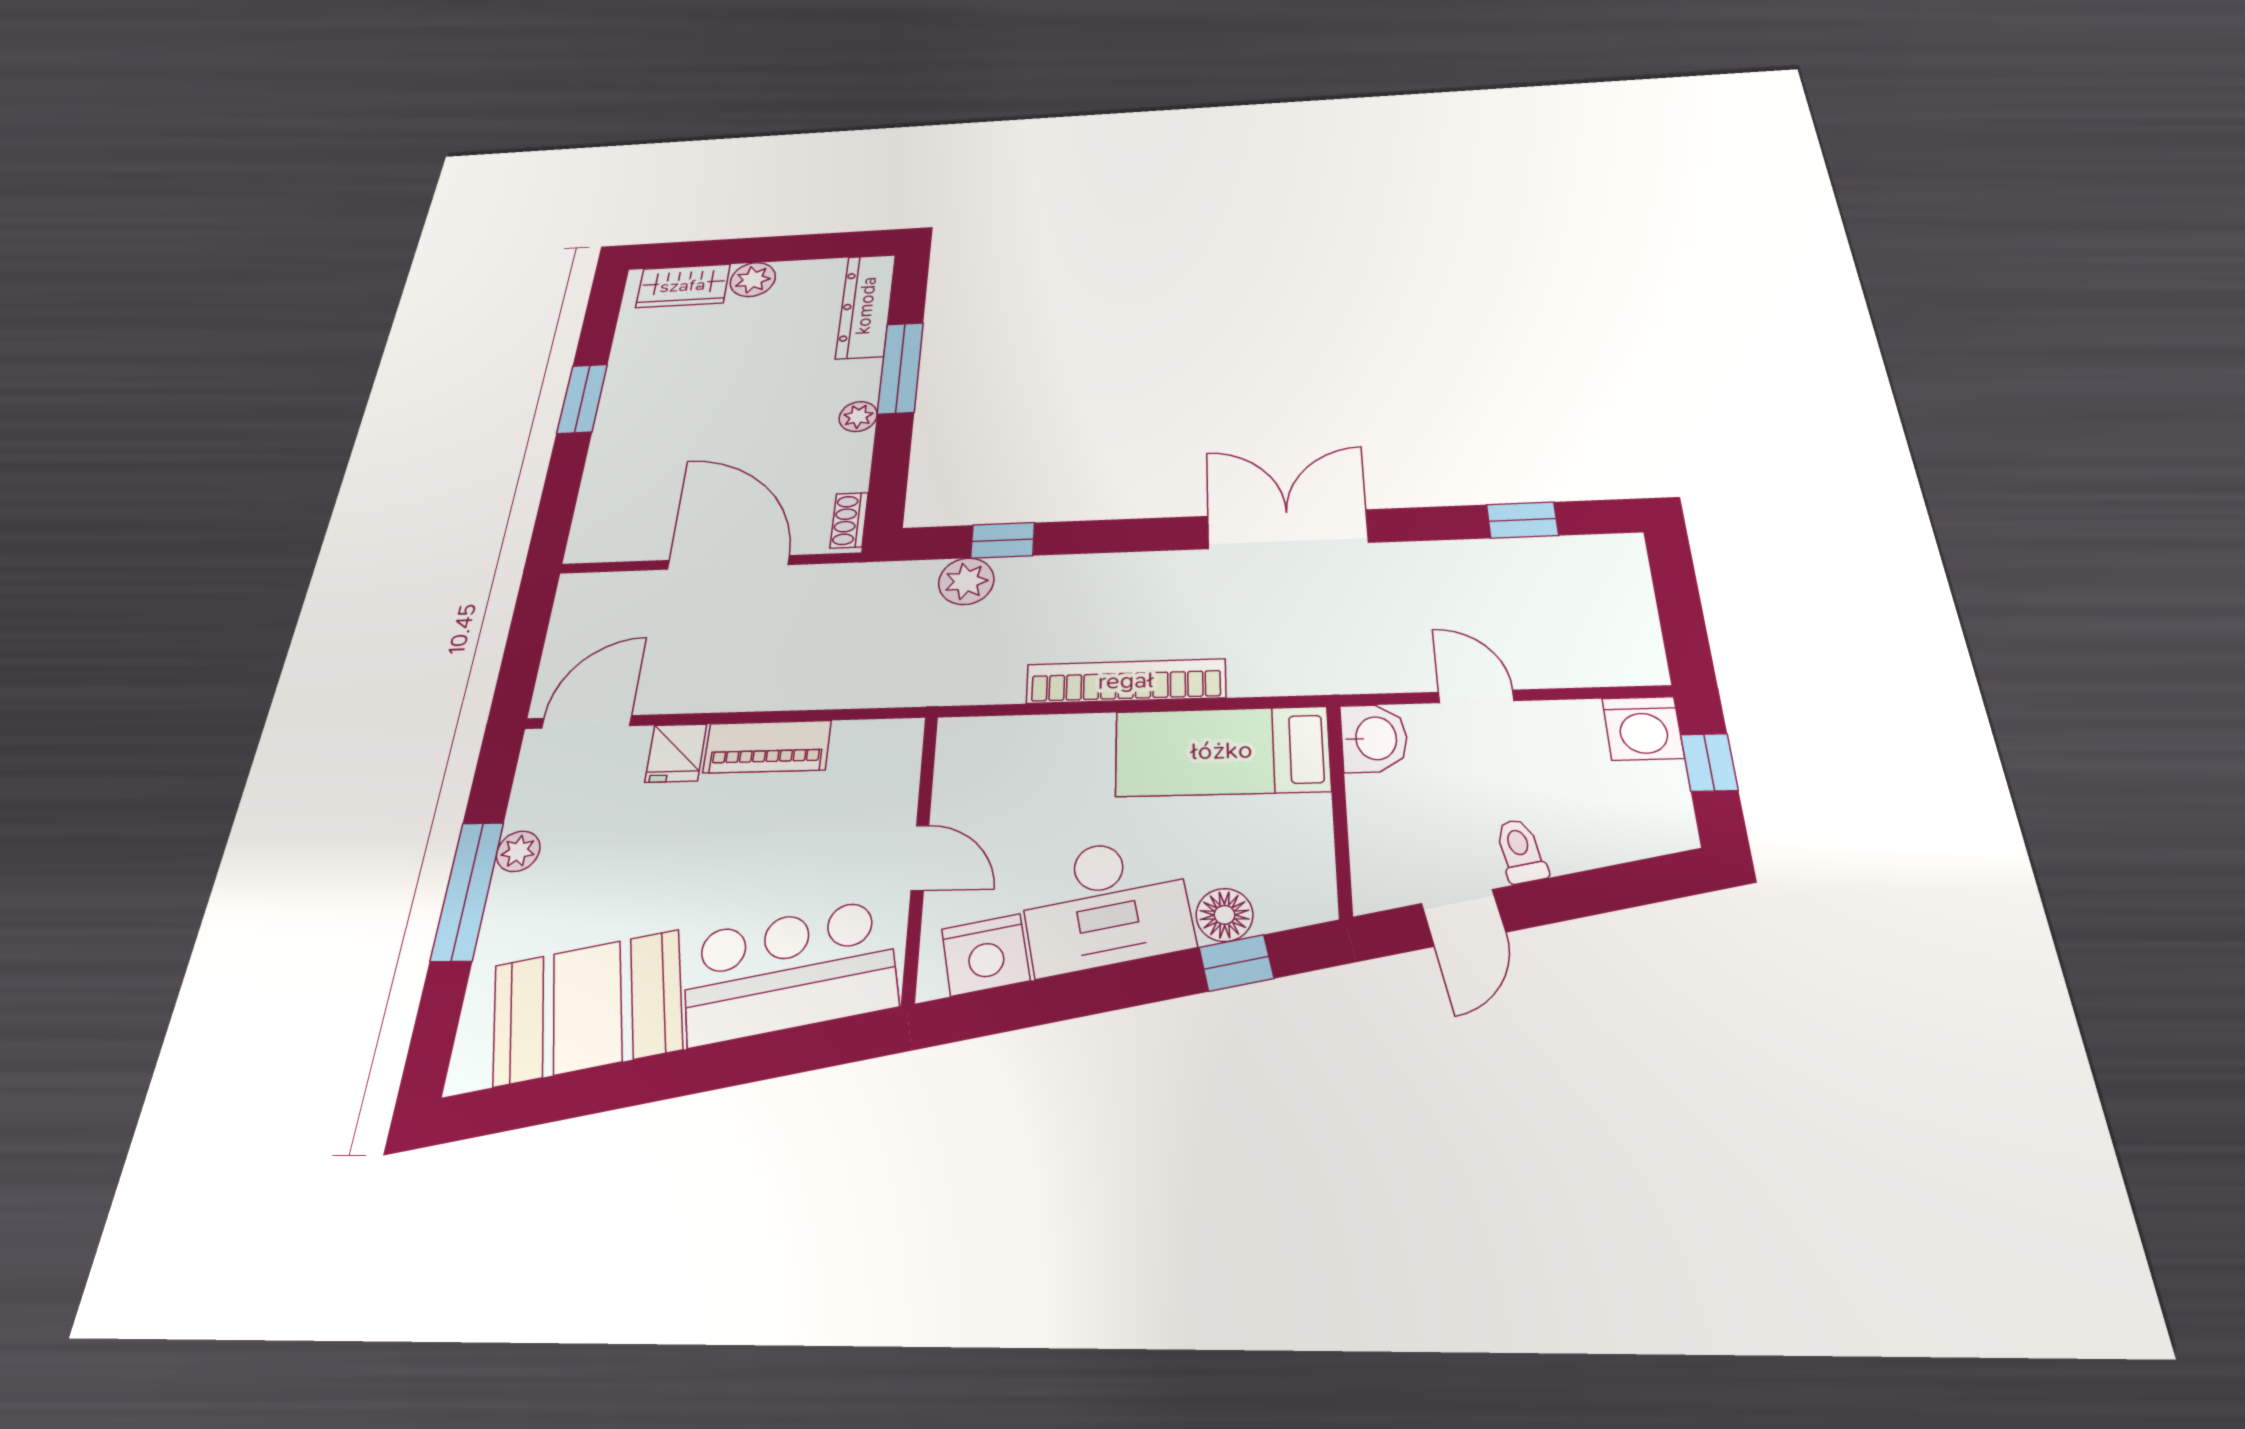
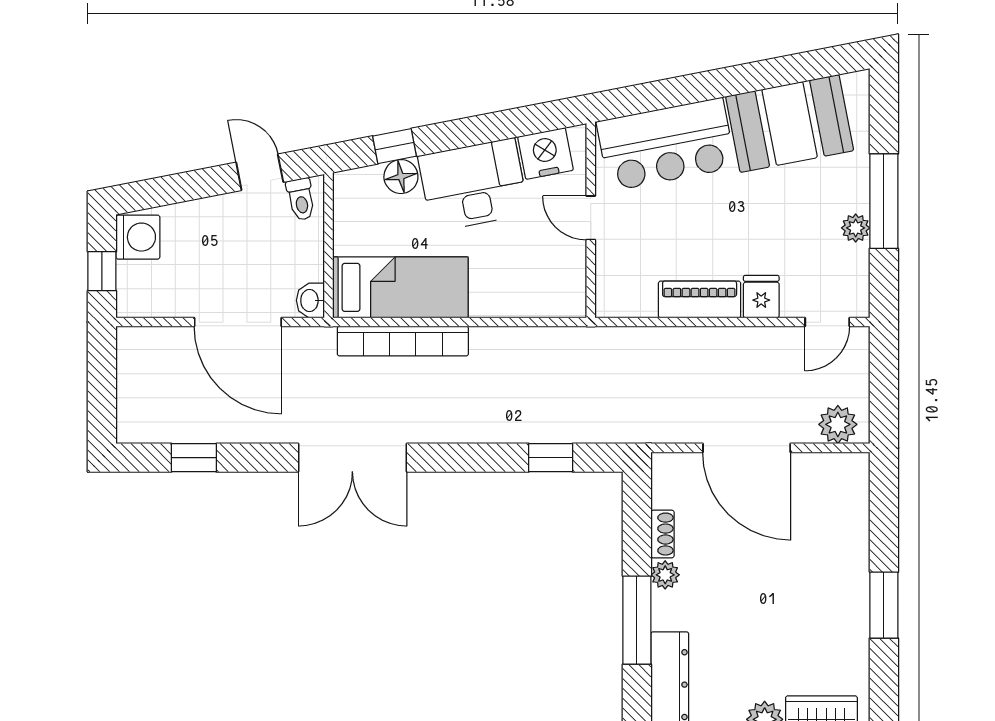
shoe rack: (849, 520) -> (662, 534), moved
plant: (966, 581) -> (838, 424), moved
bookcase: (1126, 681) -> (403, 341), moved
door: (1476, 696) -> (238, 322), width x1.87
door: (587, 722) -> (827, 322), width x0.73
washing machine: (1643, 728) -> (138, 237), moved, turned 90
washbasin: (1374, 738) -> (310, 300), width x0.72, depth x0.69
toilet: (1521, 851) -> (301, 199), moved
door: (1463, 918) -> (260, 172), hinge flipped

